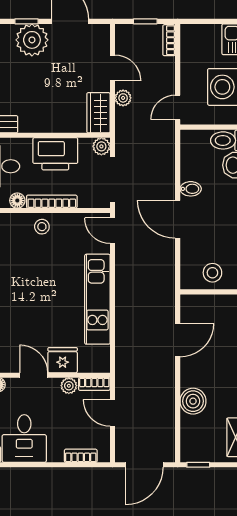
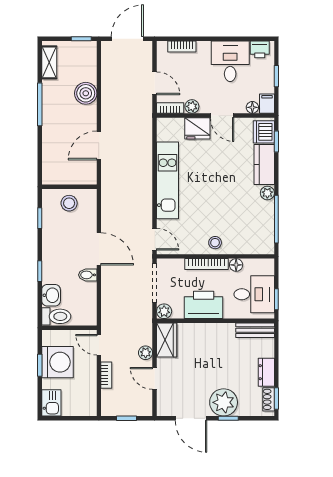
bookcase: (169, 40) -> (106, 375), moved
door: (178, 107) -> (99, 345), swing flipped

